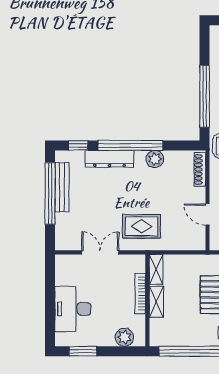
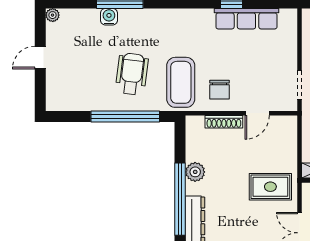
shoe rack: (200, 169) -> (224, 122), moved
rug: (142, 226) -> (270, 187), turned 90

